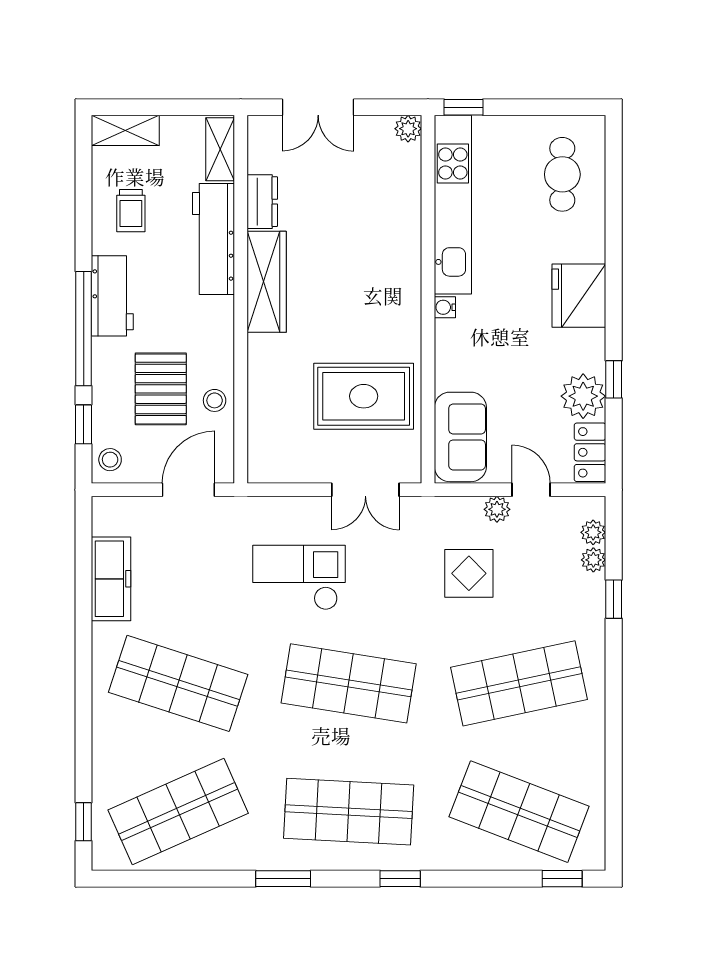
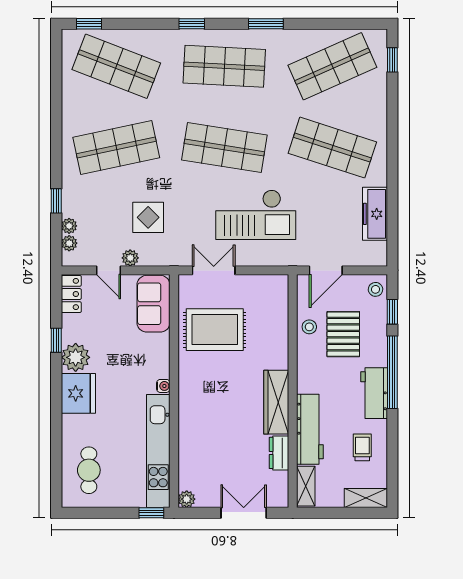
plant: (583, 396) -> (76, 357), moved
checkout: (299, 578) -> (256, 215), width x1.36, depth x1.21

